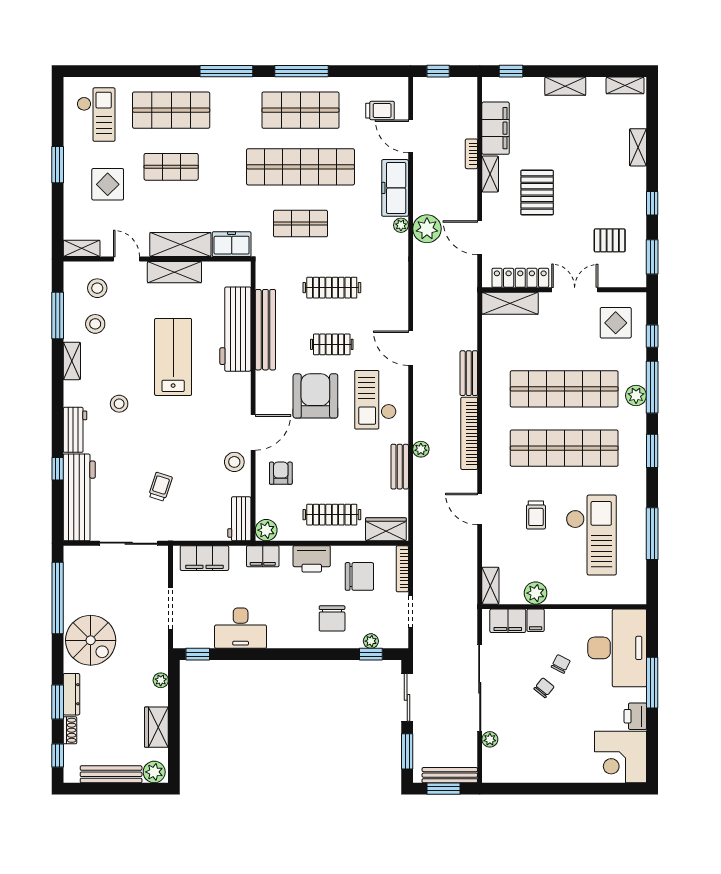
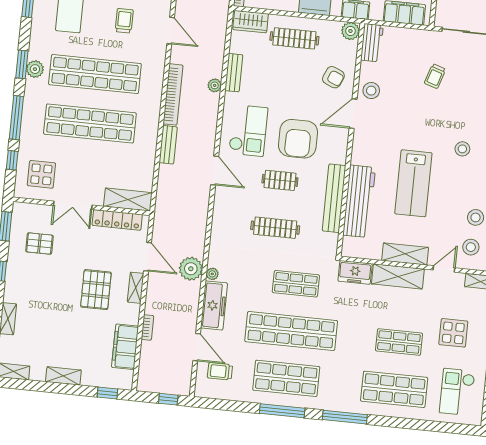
shelving: (490, 174) -> (136, 288), moved
door: (127, 259) -> (444, 269), swing flipped
plant: (636, 395) -> (35, 69), moved
armchair: (281, 473) -> (333, 77), turned -67

